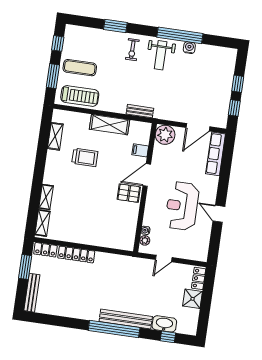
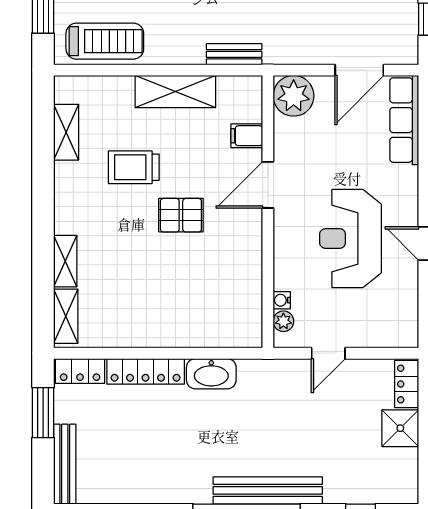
trolley: (85, 157) -> (134, 167), turned 180
pallet: (129, 193) -> (181, 215), moved
washbasin: (164, 324) -> (211, 374), moved, turned 180

